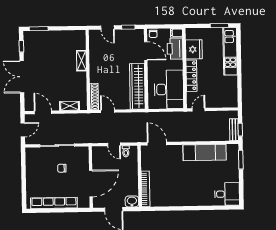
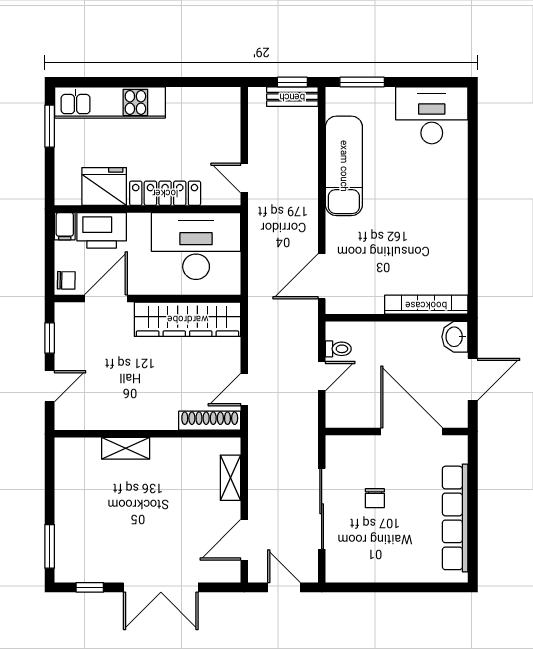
desk: (227, 194) -> (432, 115), width x1.37

